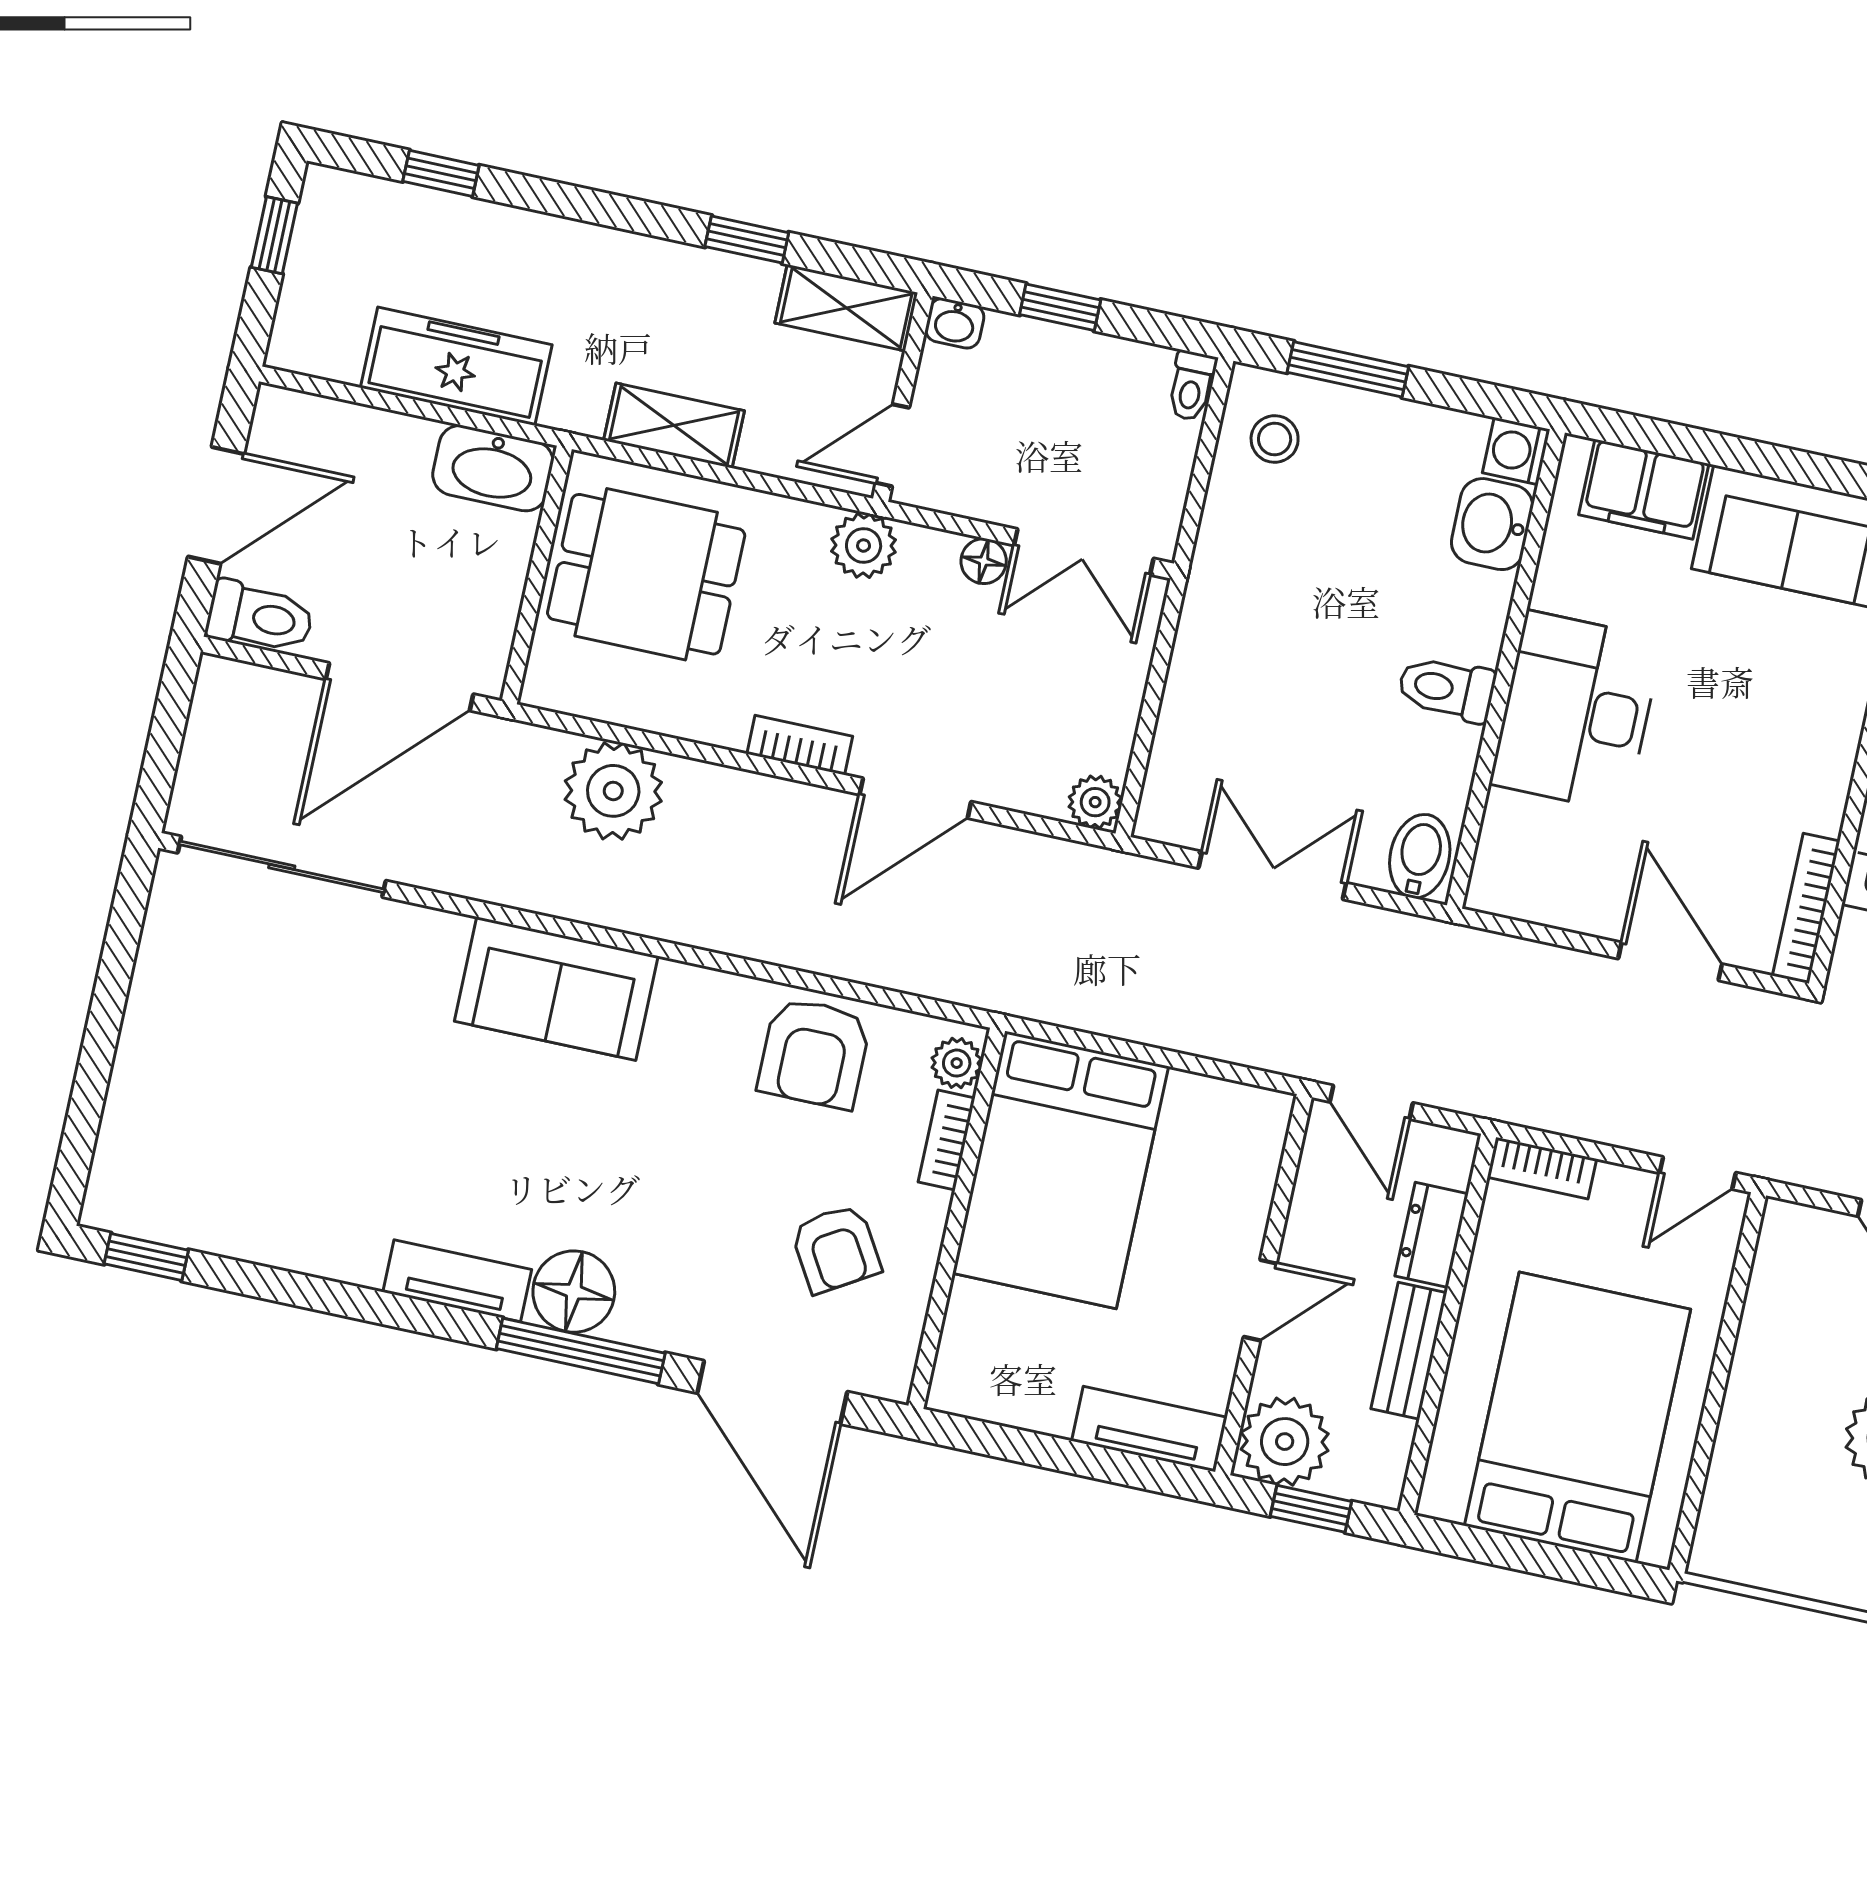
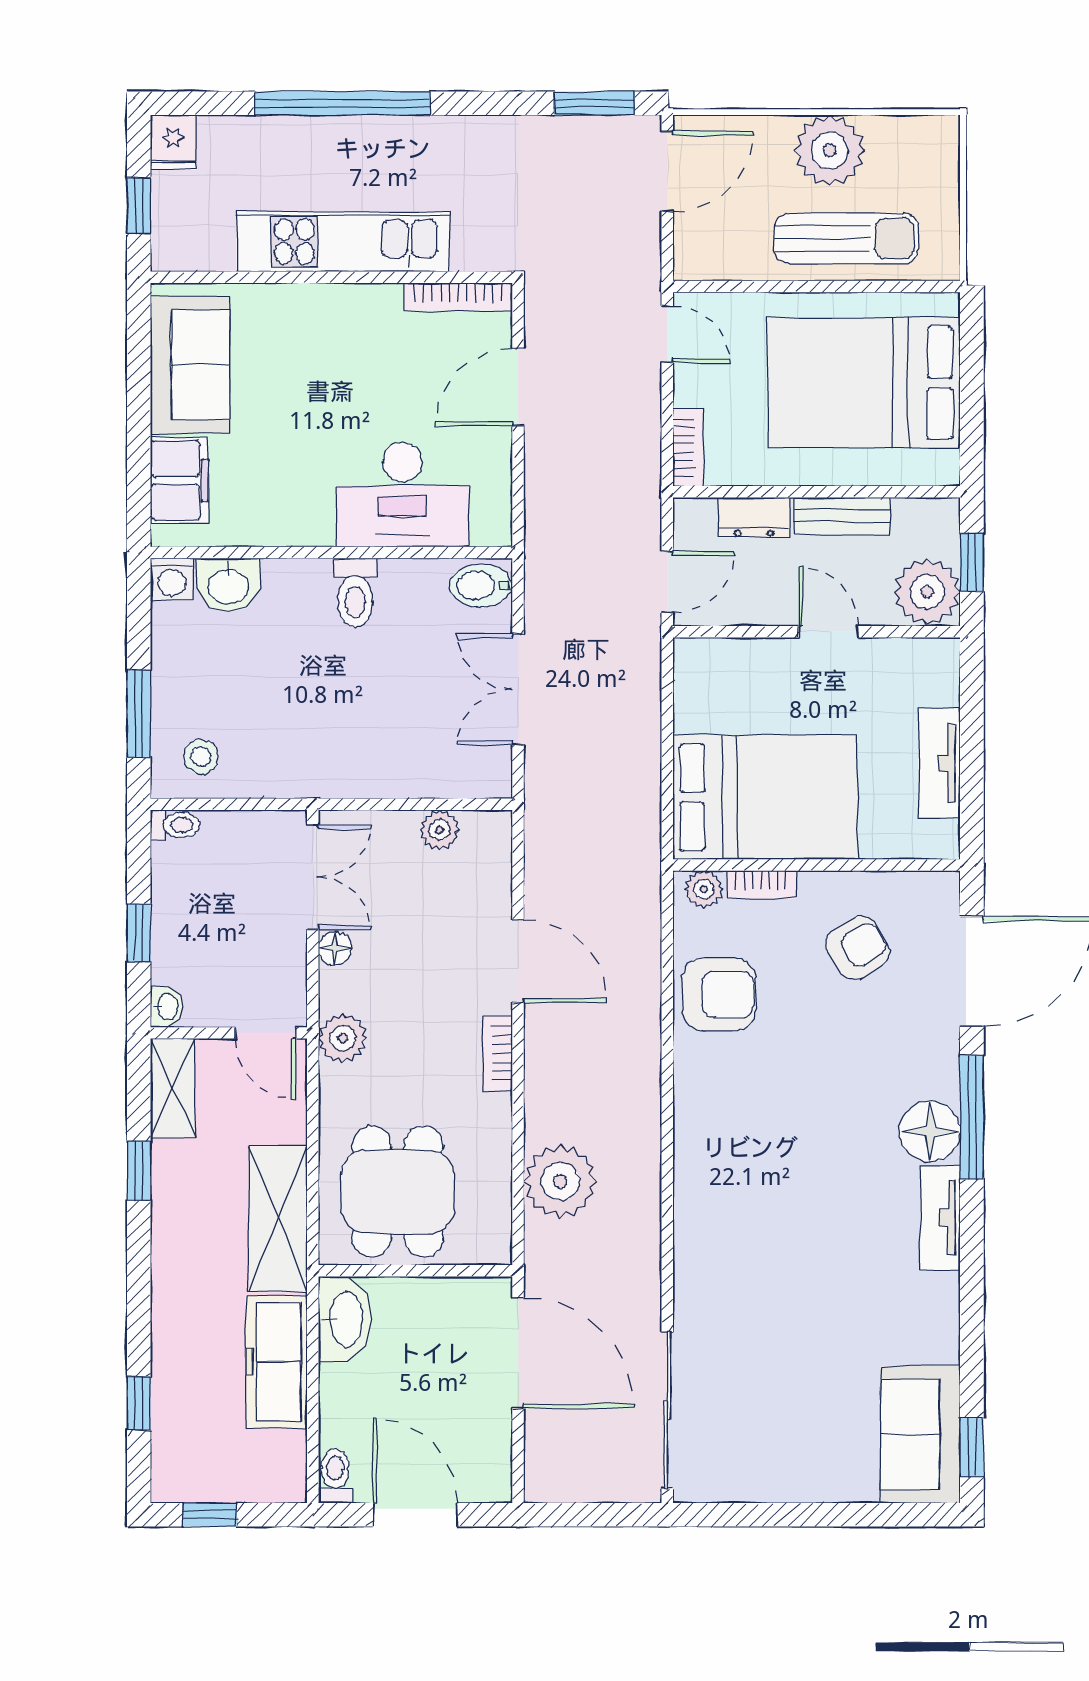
shelving: (674, 425) -> (278, 1219), width x1.50, depth x1.33
toilet: (260, 617) -> (335, 1476), moved, width x0.73, depth x0.72
desk: (1576, 712) -> (402, 495), moved
plant: (1095, 802) -> (439, 830), moved
sofa: (556, 989) -> (920, 1434), moved, turned 180
tv unit: (1149, 1429) -> (939, 763), moved
sun lounger: (1773, 1436) -> (846, 238), added

